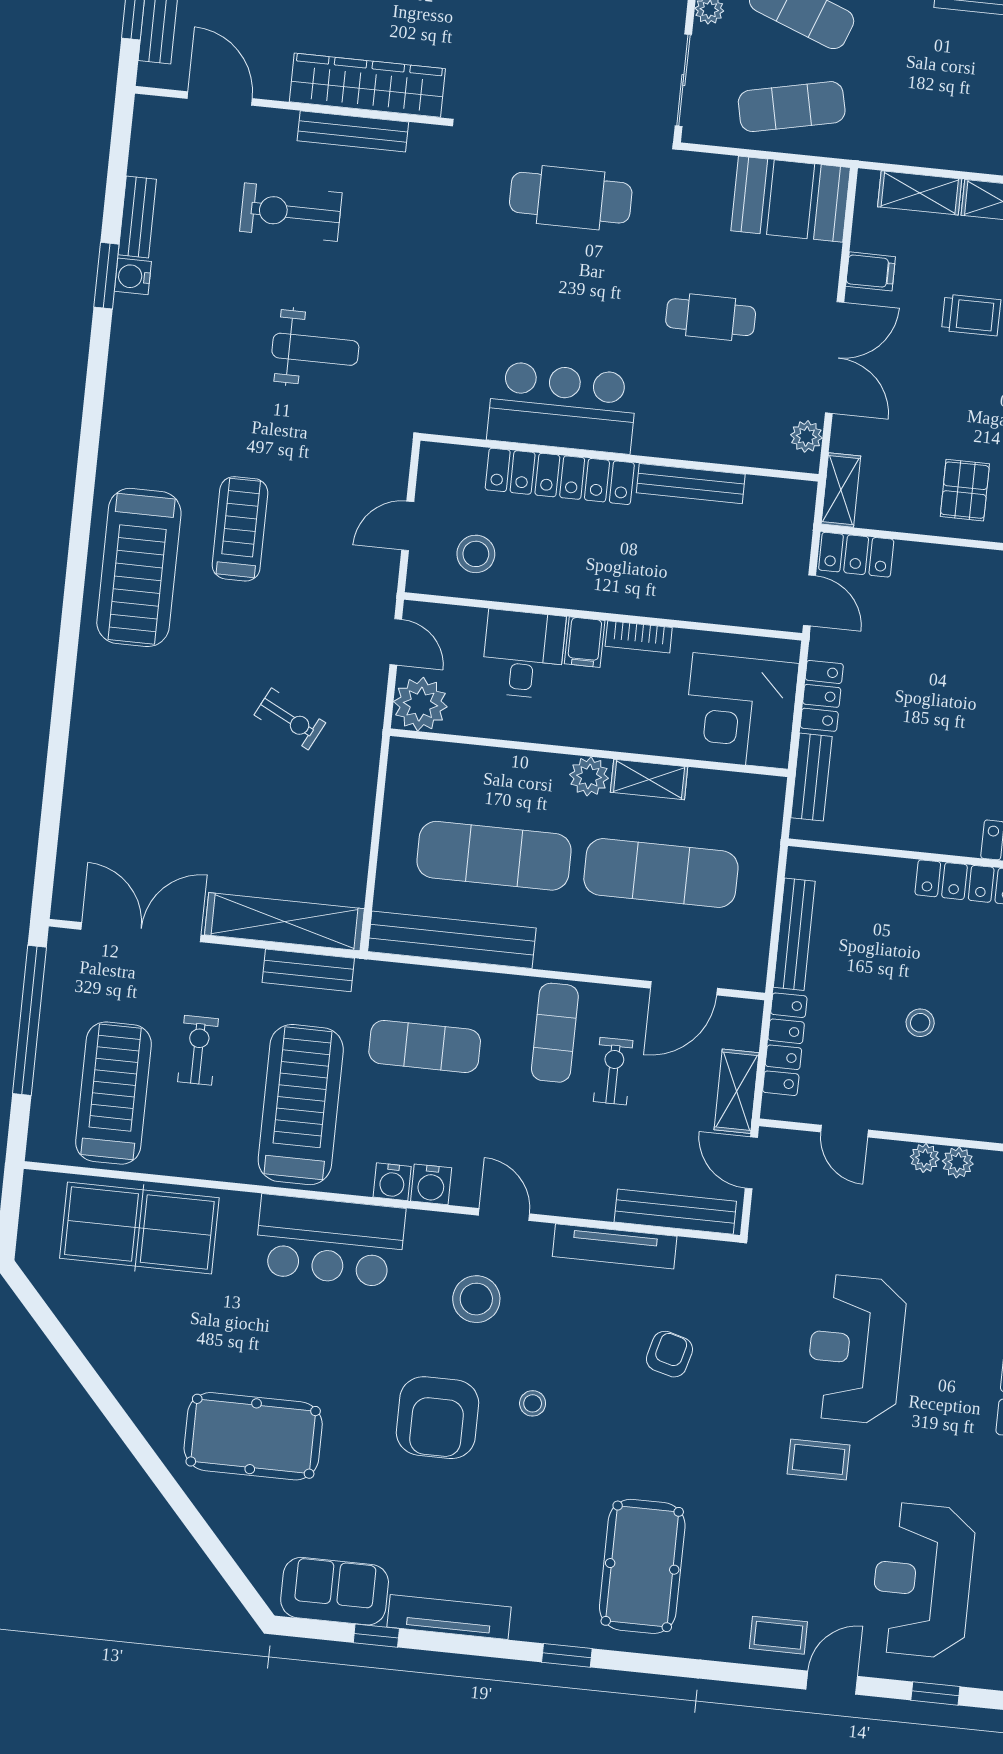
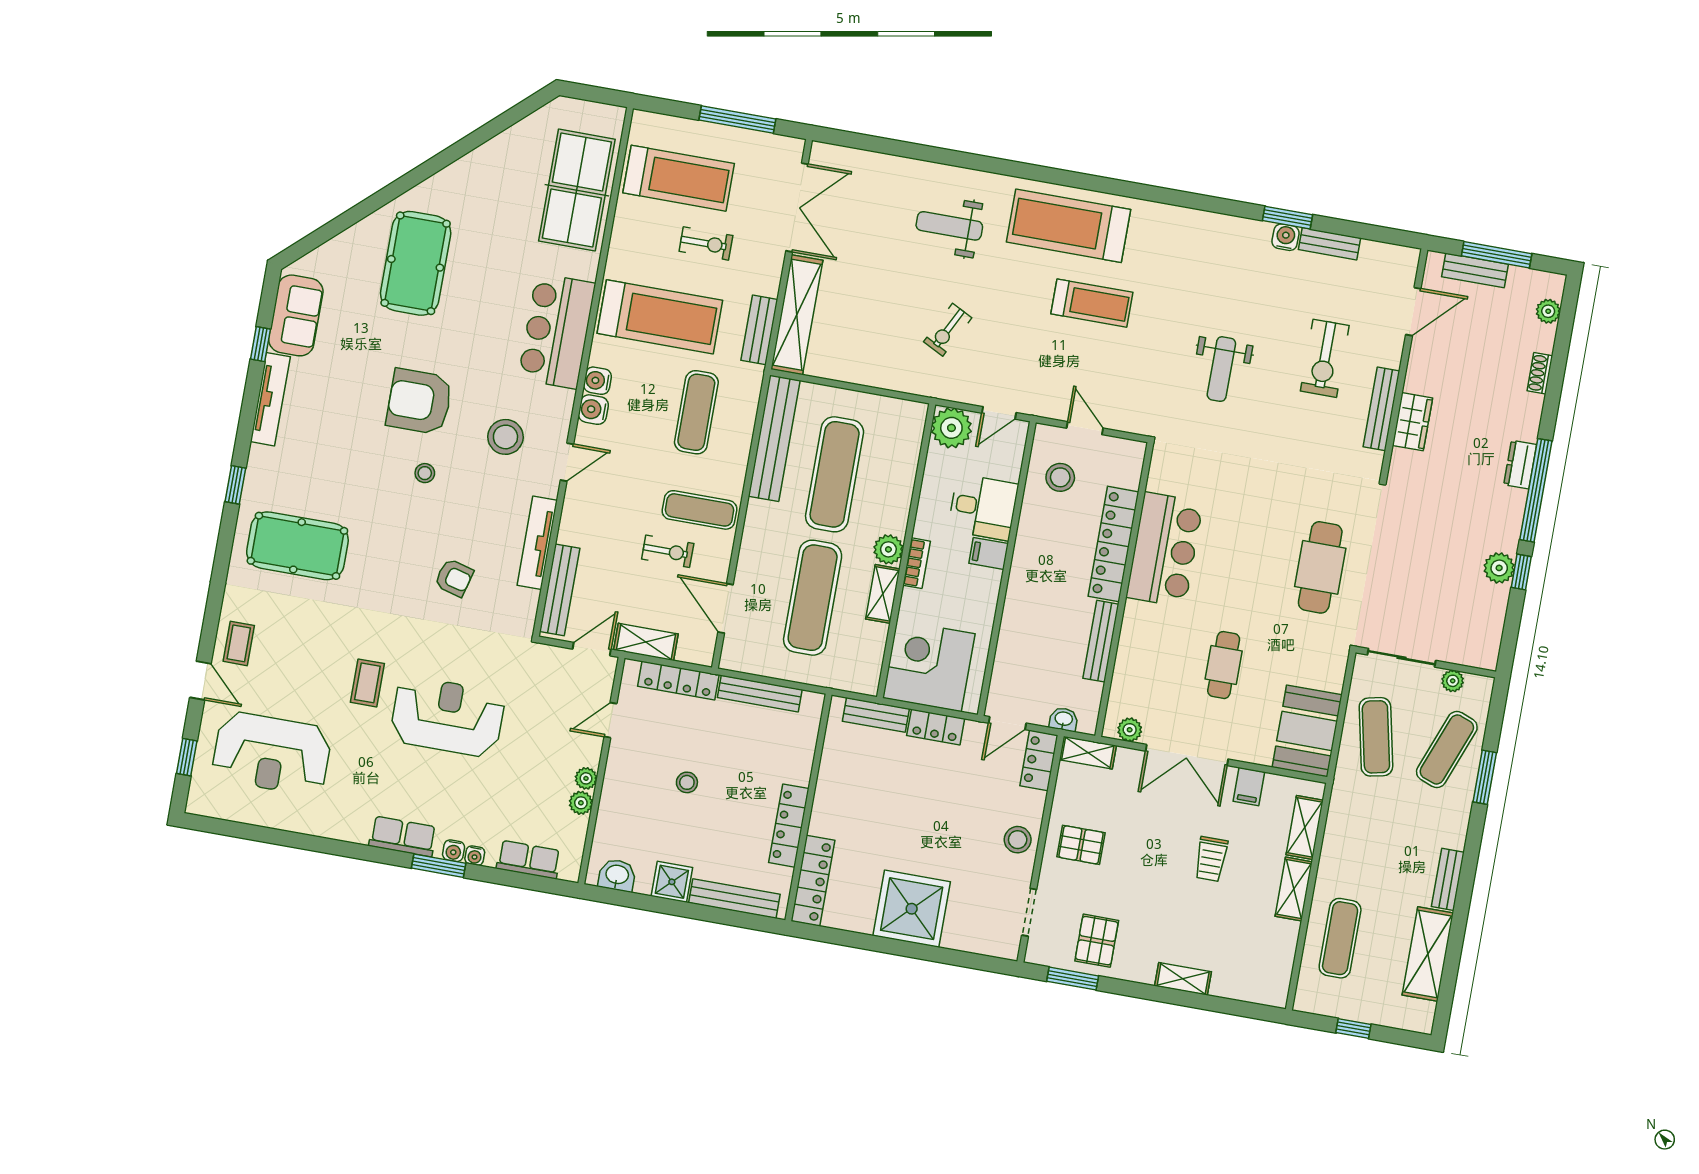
wardrobe: (367, 85) -> (1412, 422), width x0.48, depth x0.85
exercise bike: (291, 212) -> (1325, 358), turned 180
washbasin: (799, 526) -> (1064, 719), added
stool: (964, 575) -> (1018, 840), added
bookcase: (639, 637) -> (917, 563), moved, turned 180
weight bench: (151, 727) -> (949, 226), added
window: (29, 1020) -> (737, 120), width x0.68
reception desk: (922, 1580) -> (272, 754), turned 180

